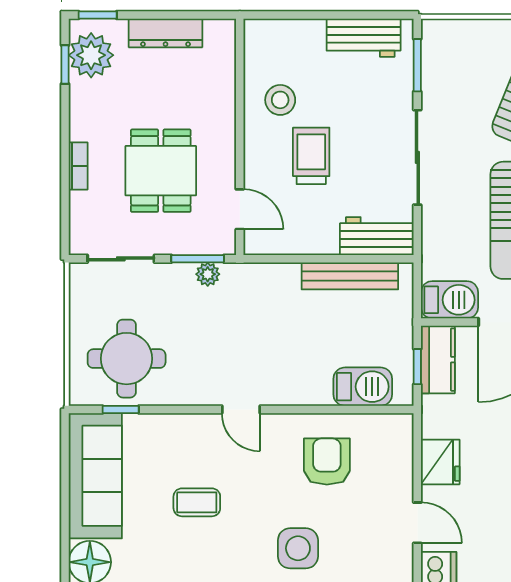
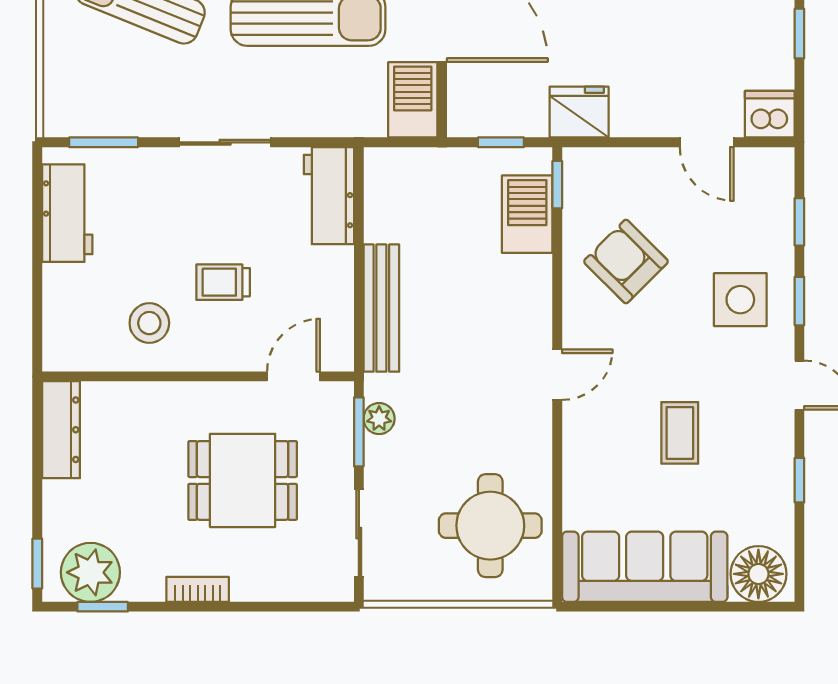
dresser: (166, 33) -> (61, 430), moved
trolley: (311, 156) -> (223, 282), width x0.73, depth x0.72
sliding door: (417, 157) -> (225, 142), width x0.73
bookcase: (78, 166) -> (198, 589), moved
bench: (350, 276) -> (381, 308), moved
kitchen counter: (438, 360) -> (492, 115), removed
window: (121, 409) -> (557, 185), moved
armchair: (327, 462) -> (626, 261), turned 45
fridge: (440, 462) -> (579, 112), moved
door: (417, 523) -> (707, 142), swing flipped

